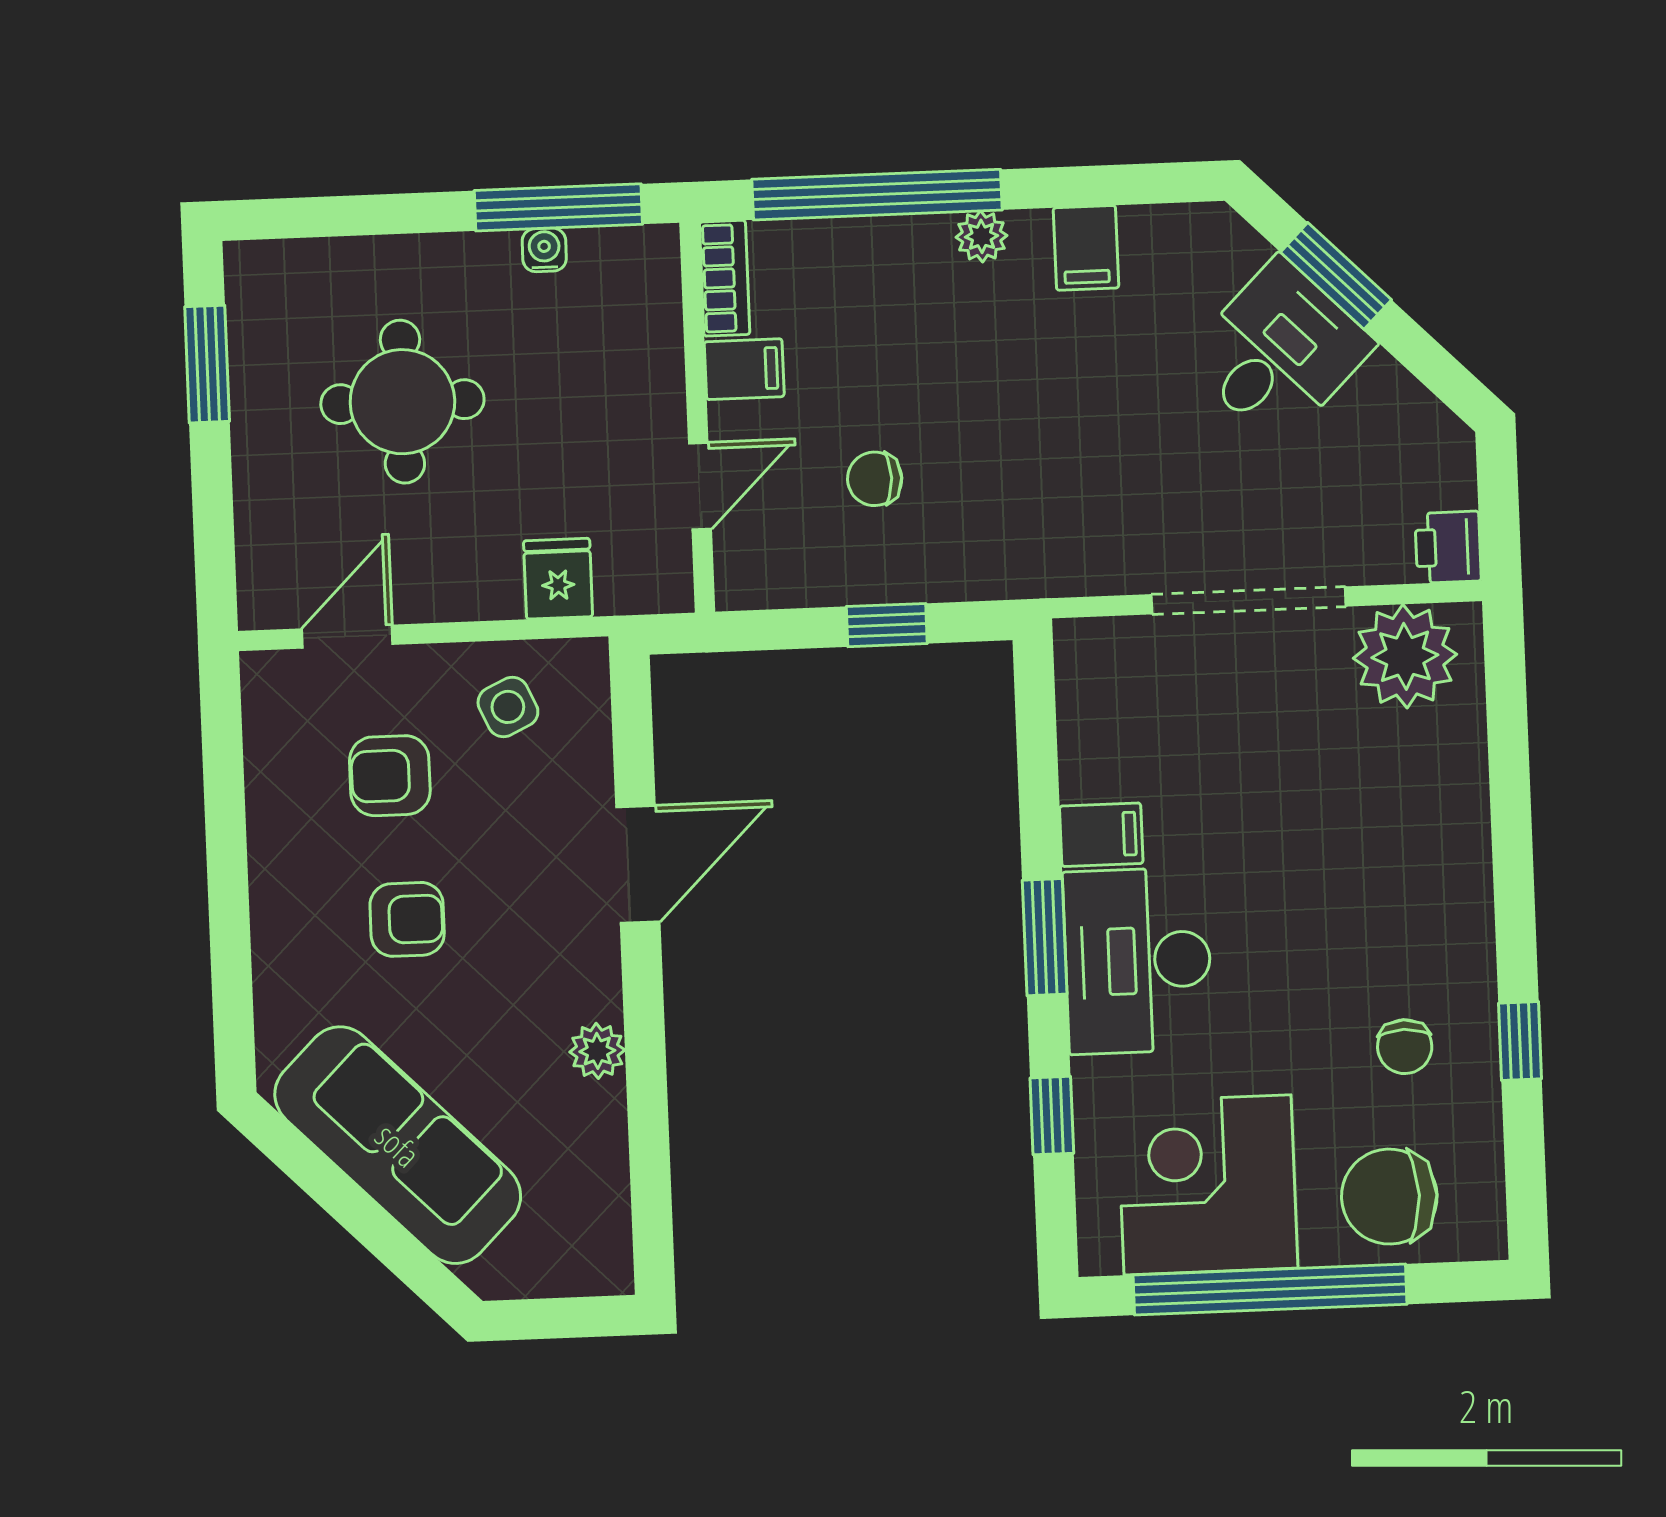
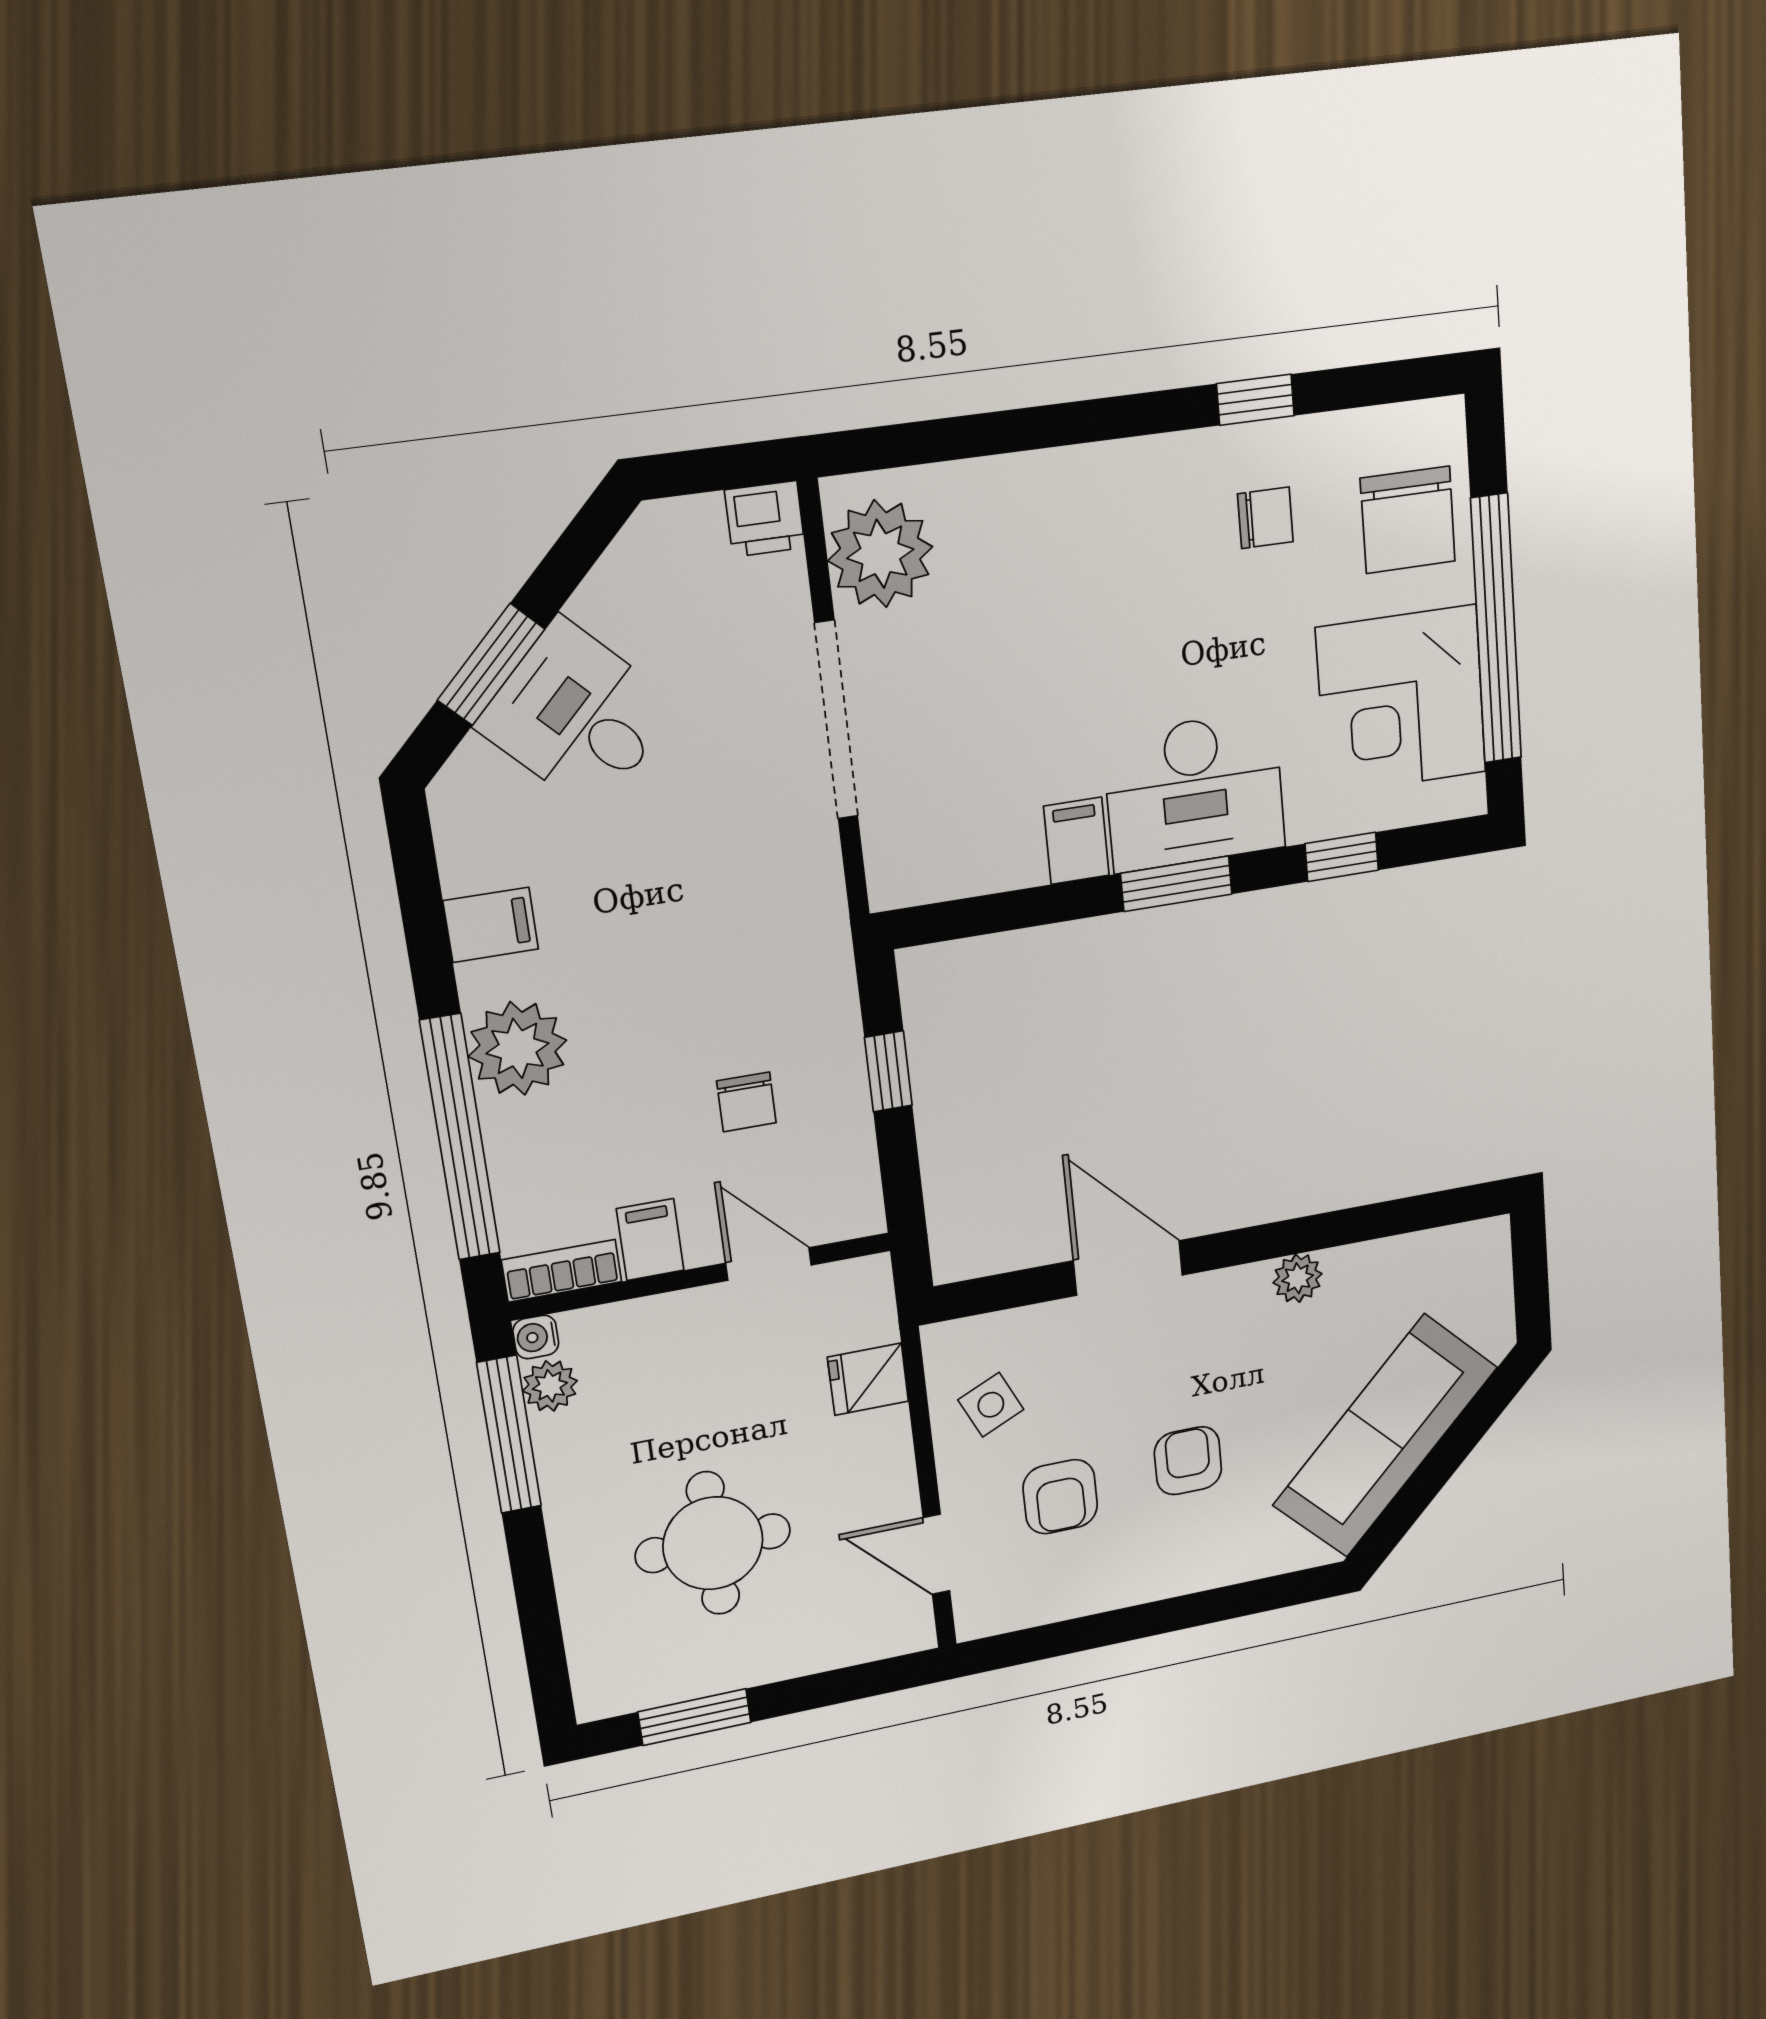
plant: (981, 236) -> (518, 1048), width x1.88, depth x1.88
water cooler: (544, 250) -> (536, 1337), moved
plant: (604, 254) -> (550, 1386), added

